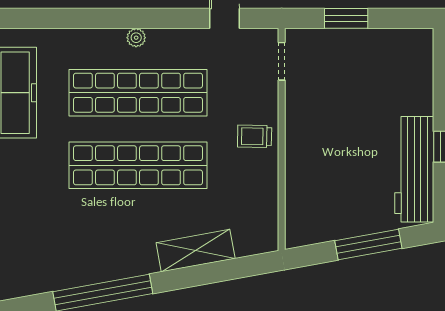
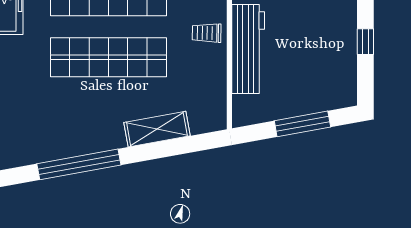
workbench: (414, 169) -> (248, 49), moved, turned 180

